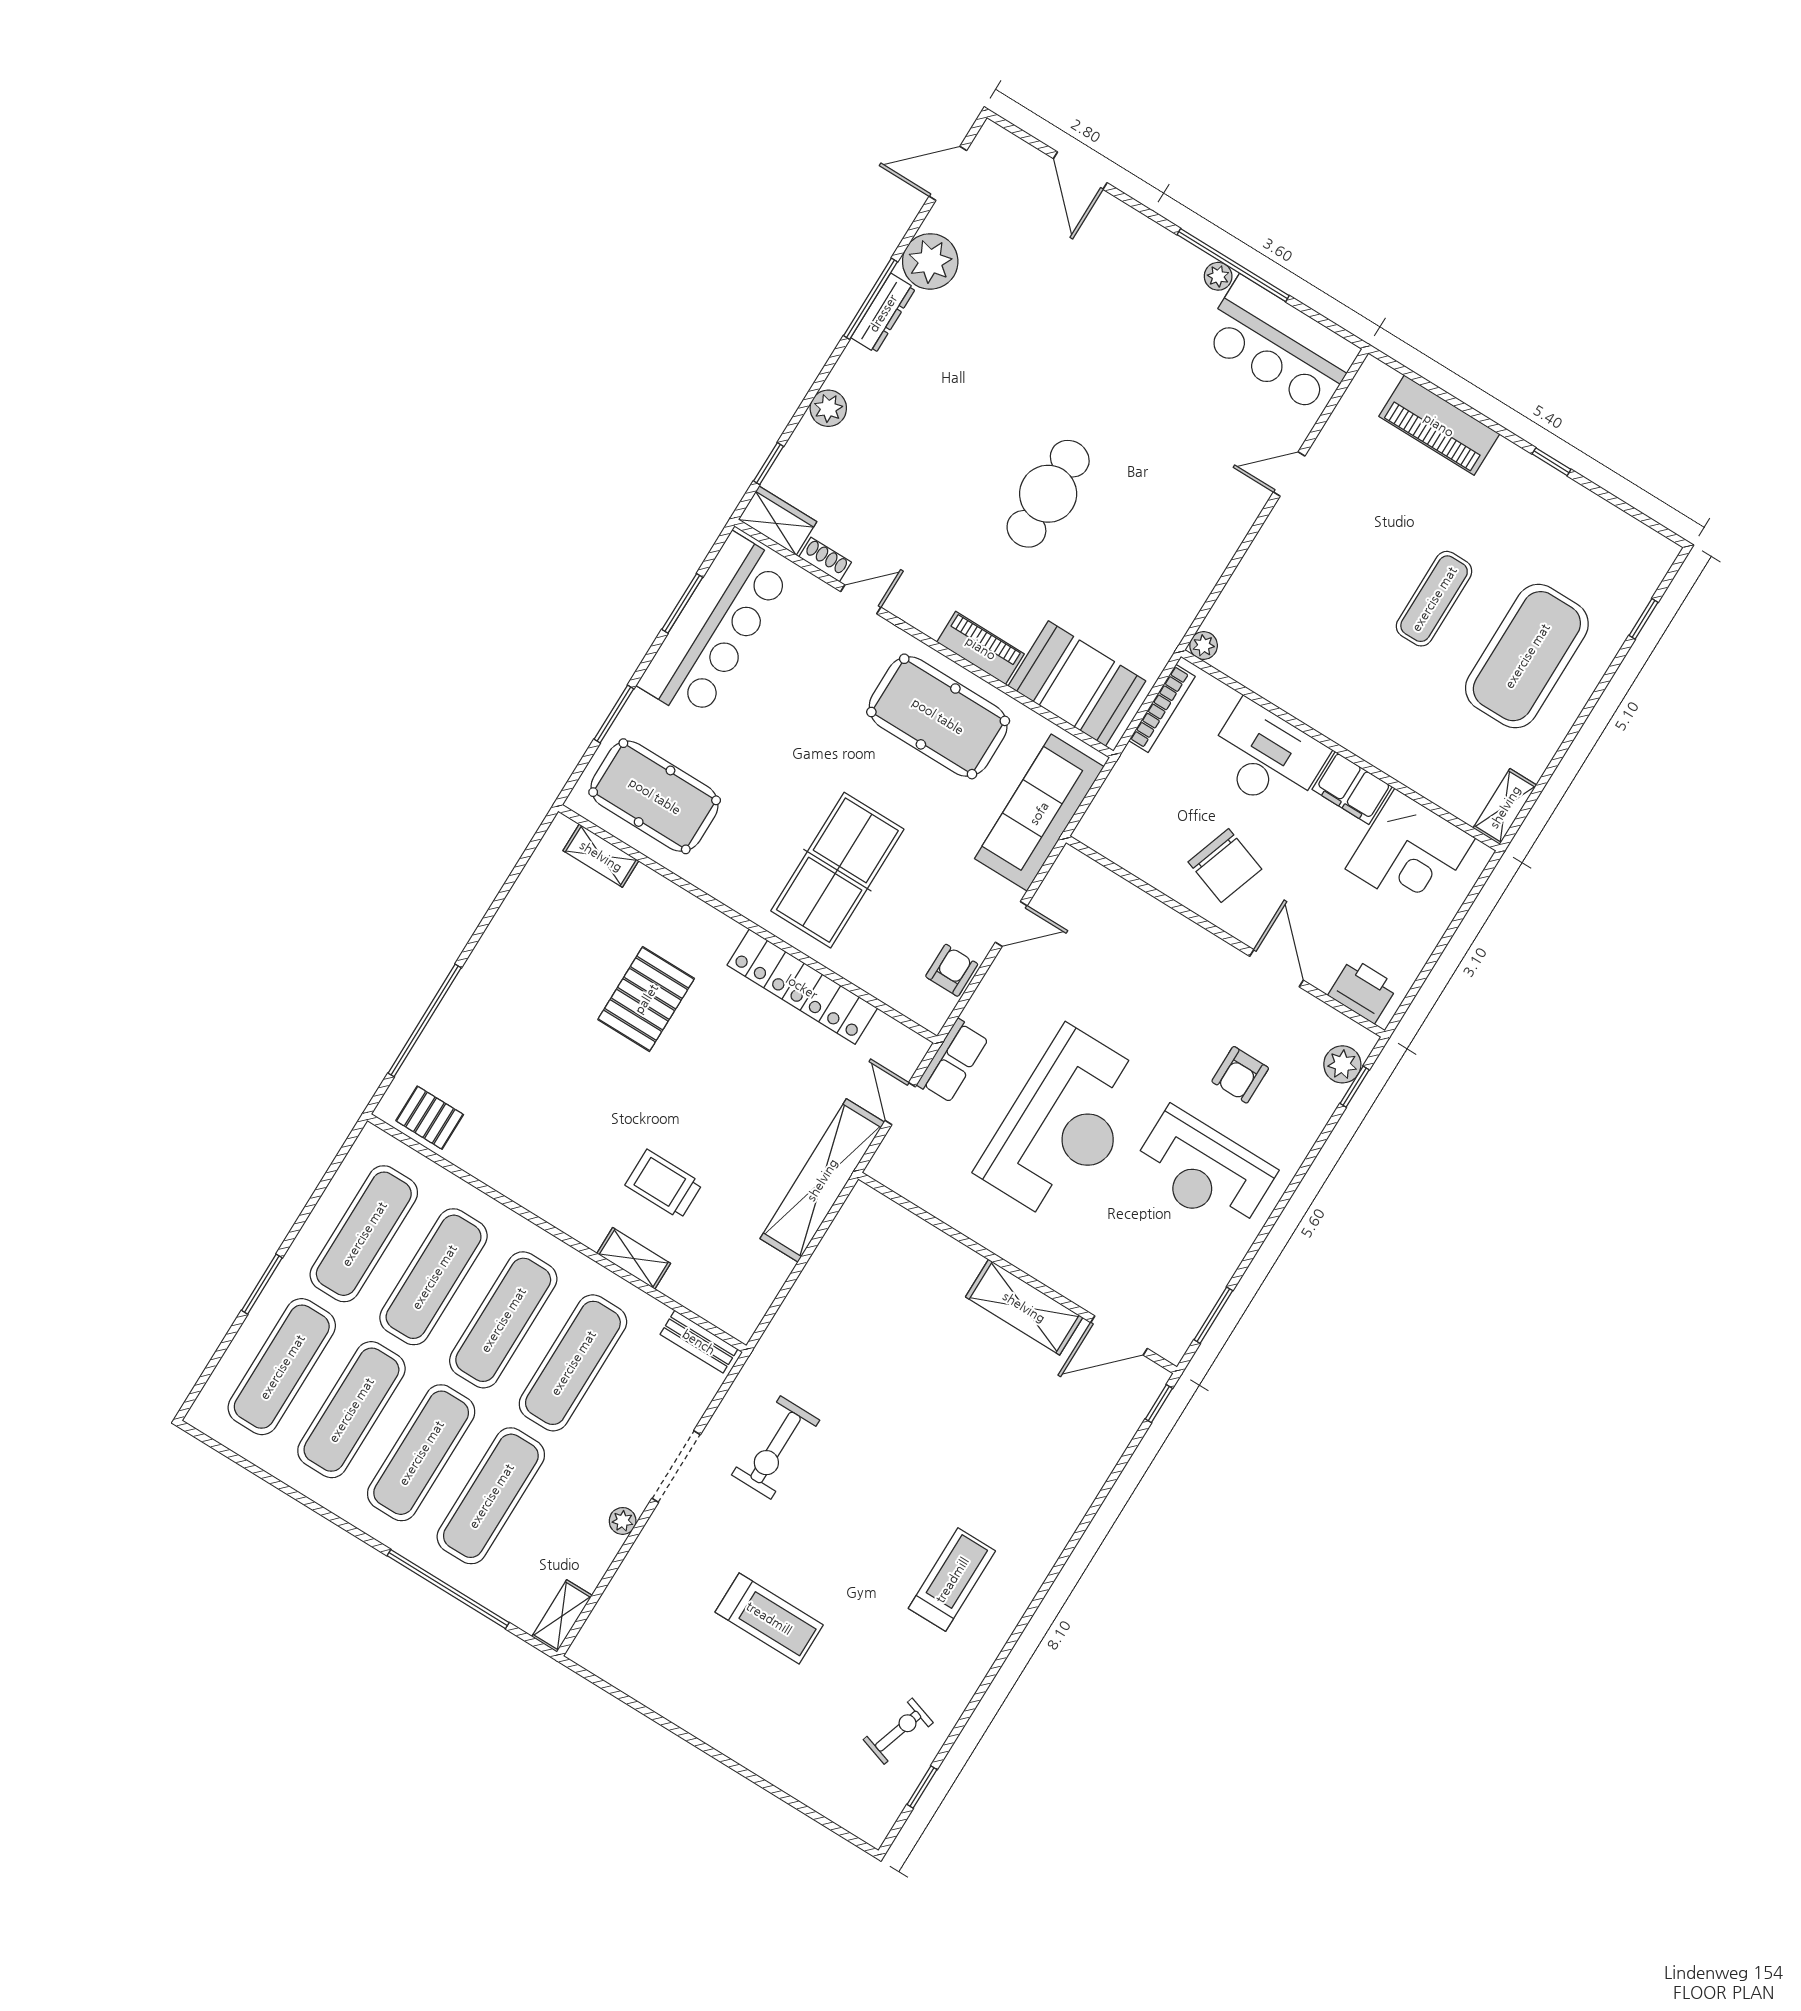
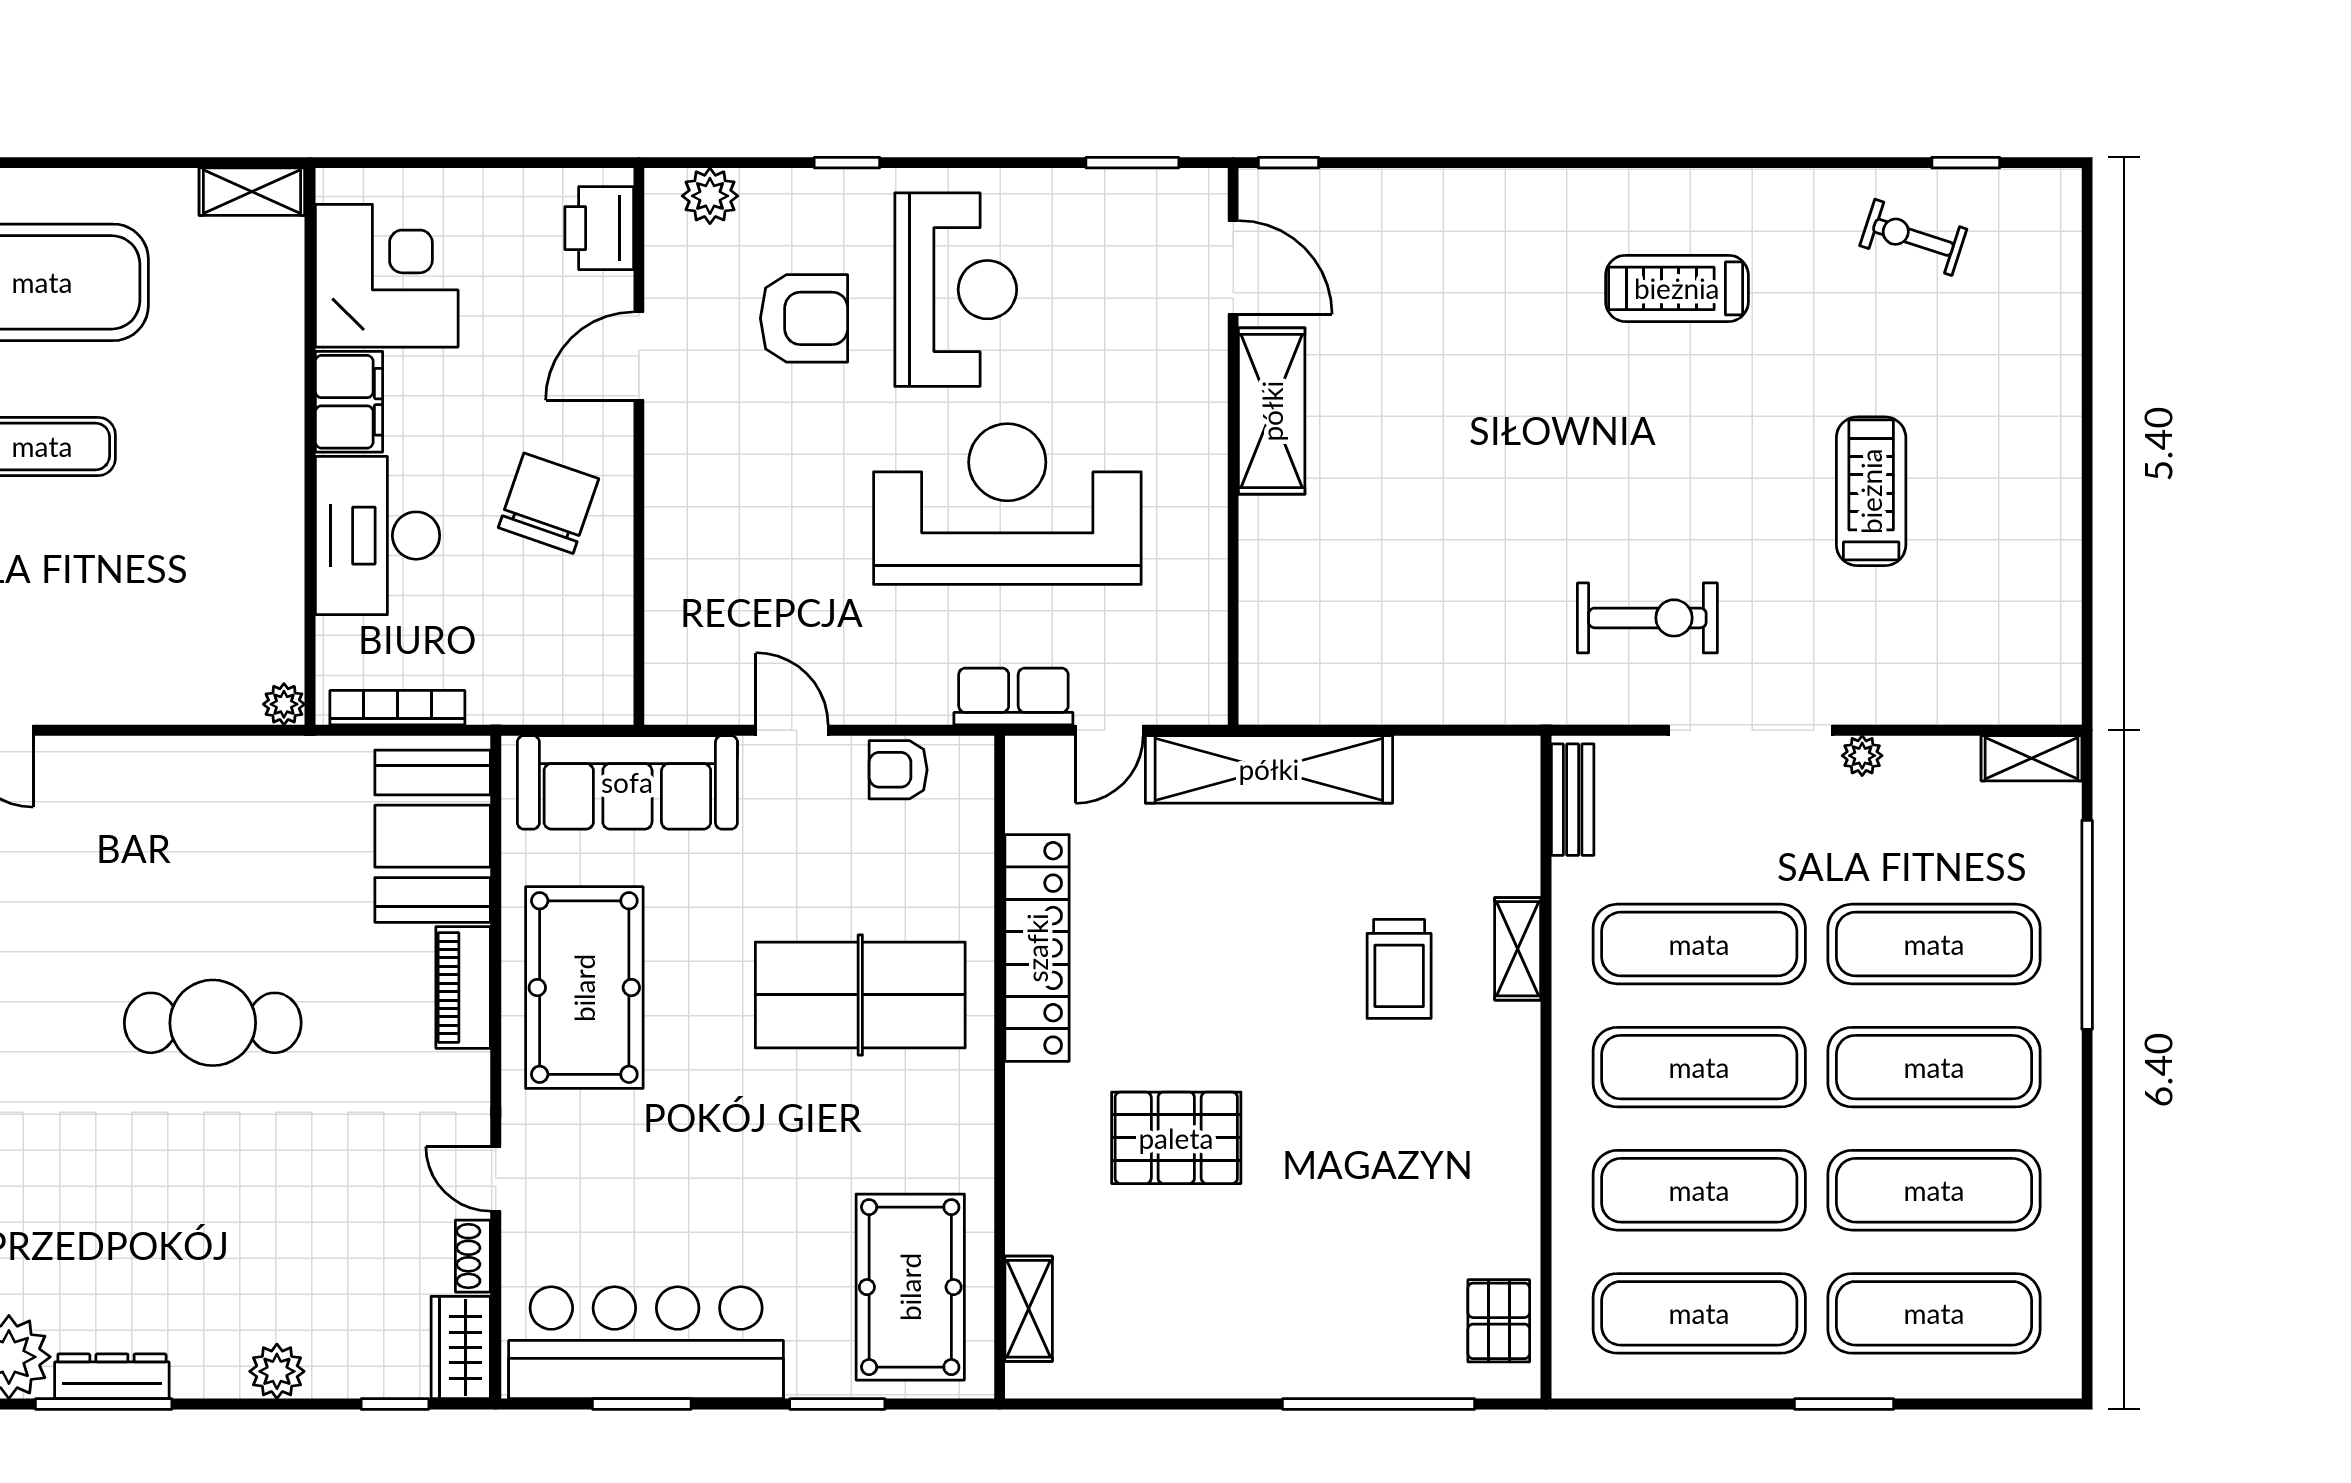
armchair: (1240, 1075) -> (804, 318), width x1.38, depth x1.38
window: (1355, 1087) -> (847, 163), moved
doorway: (676, 1467) -> (1750, 730), width x1.36

